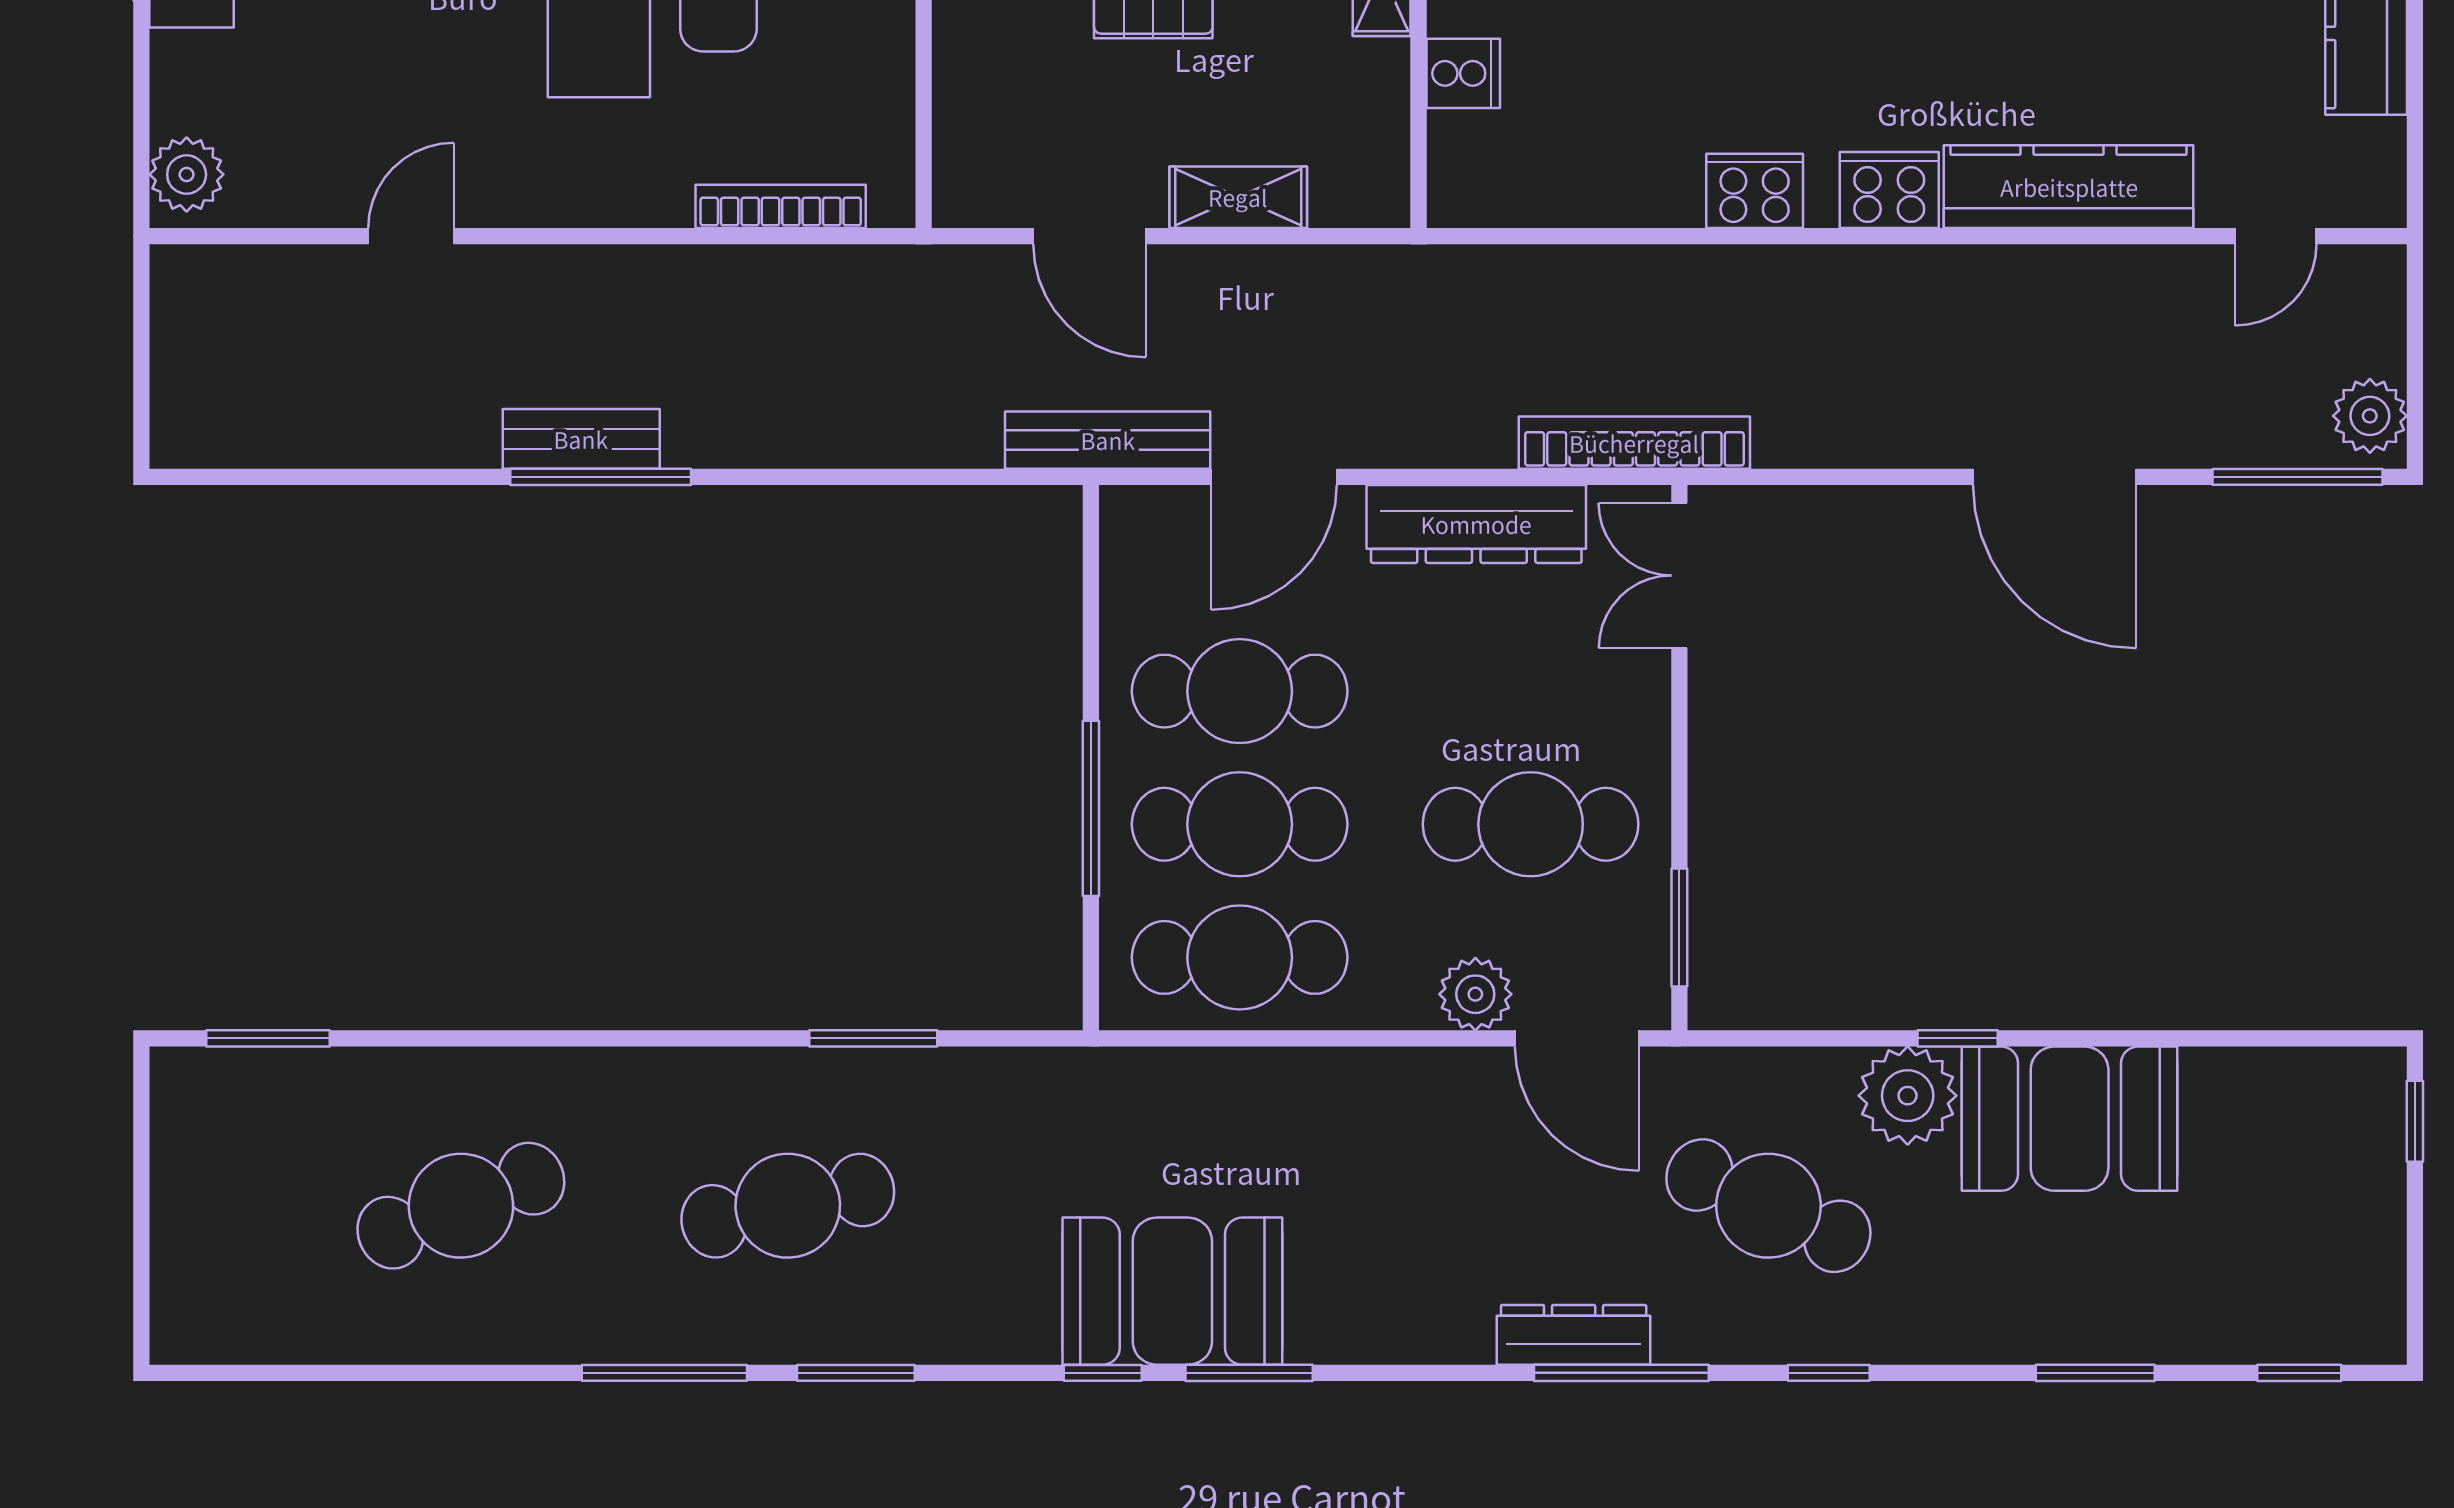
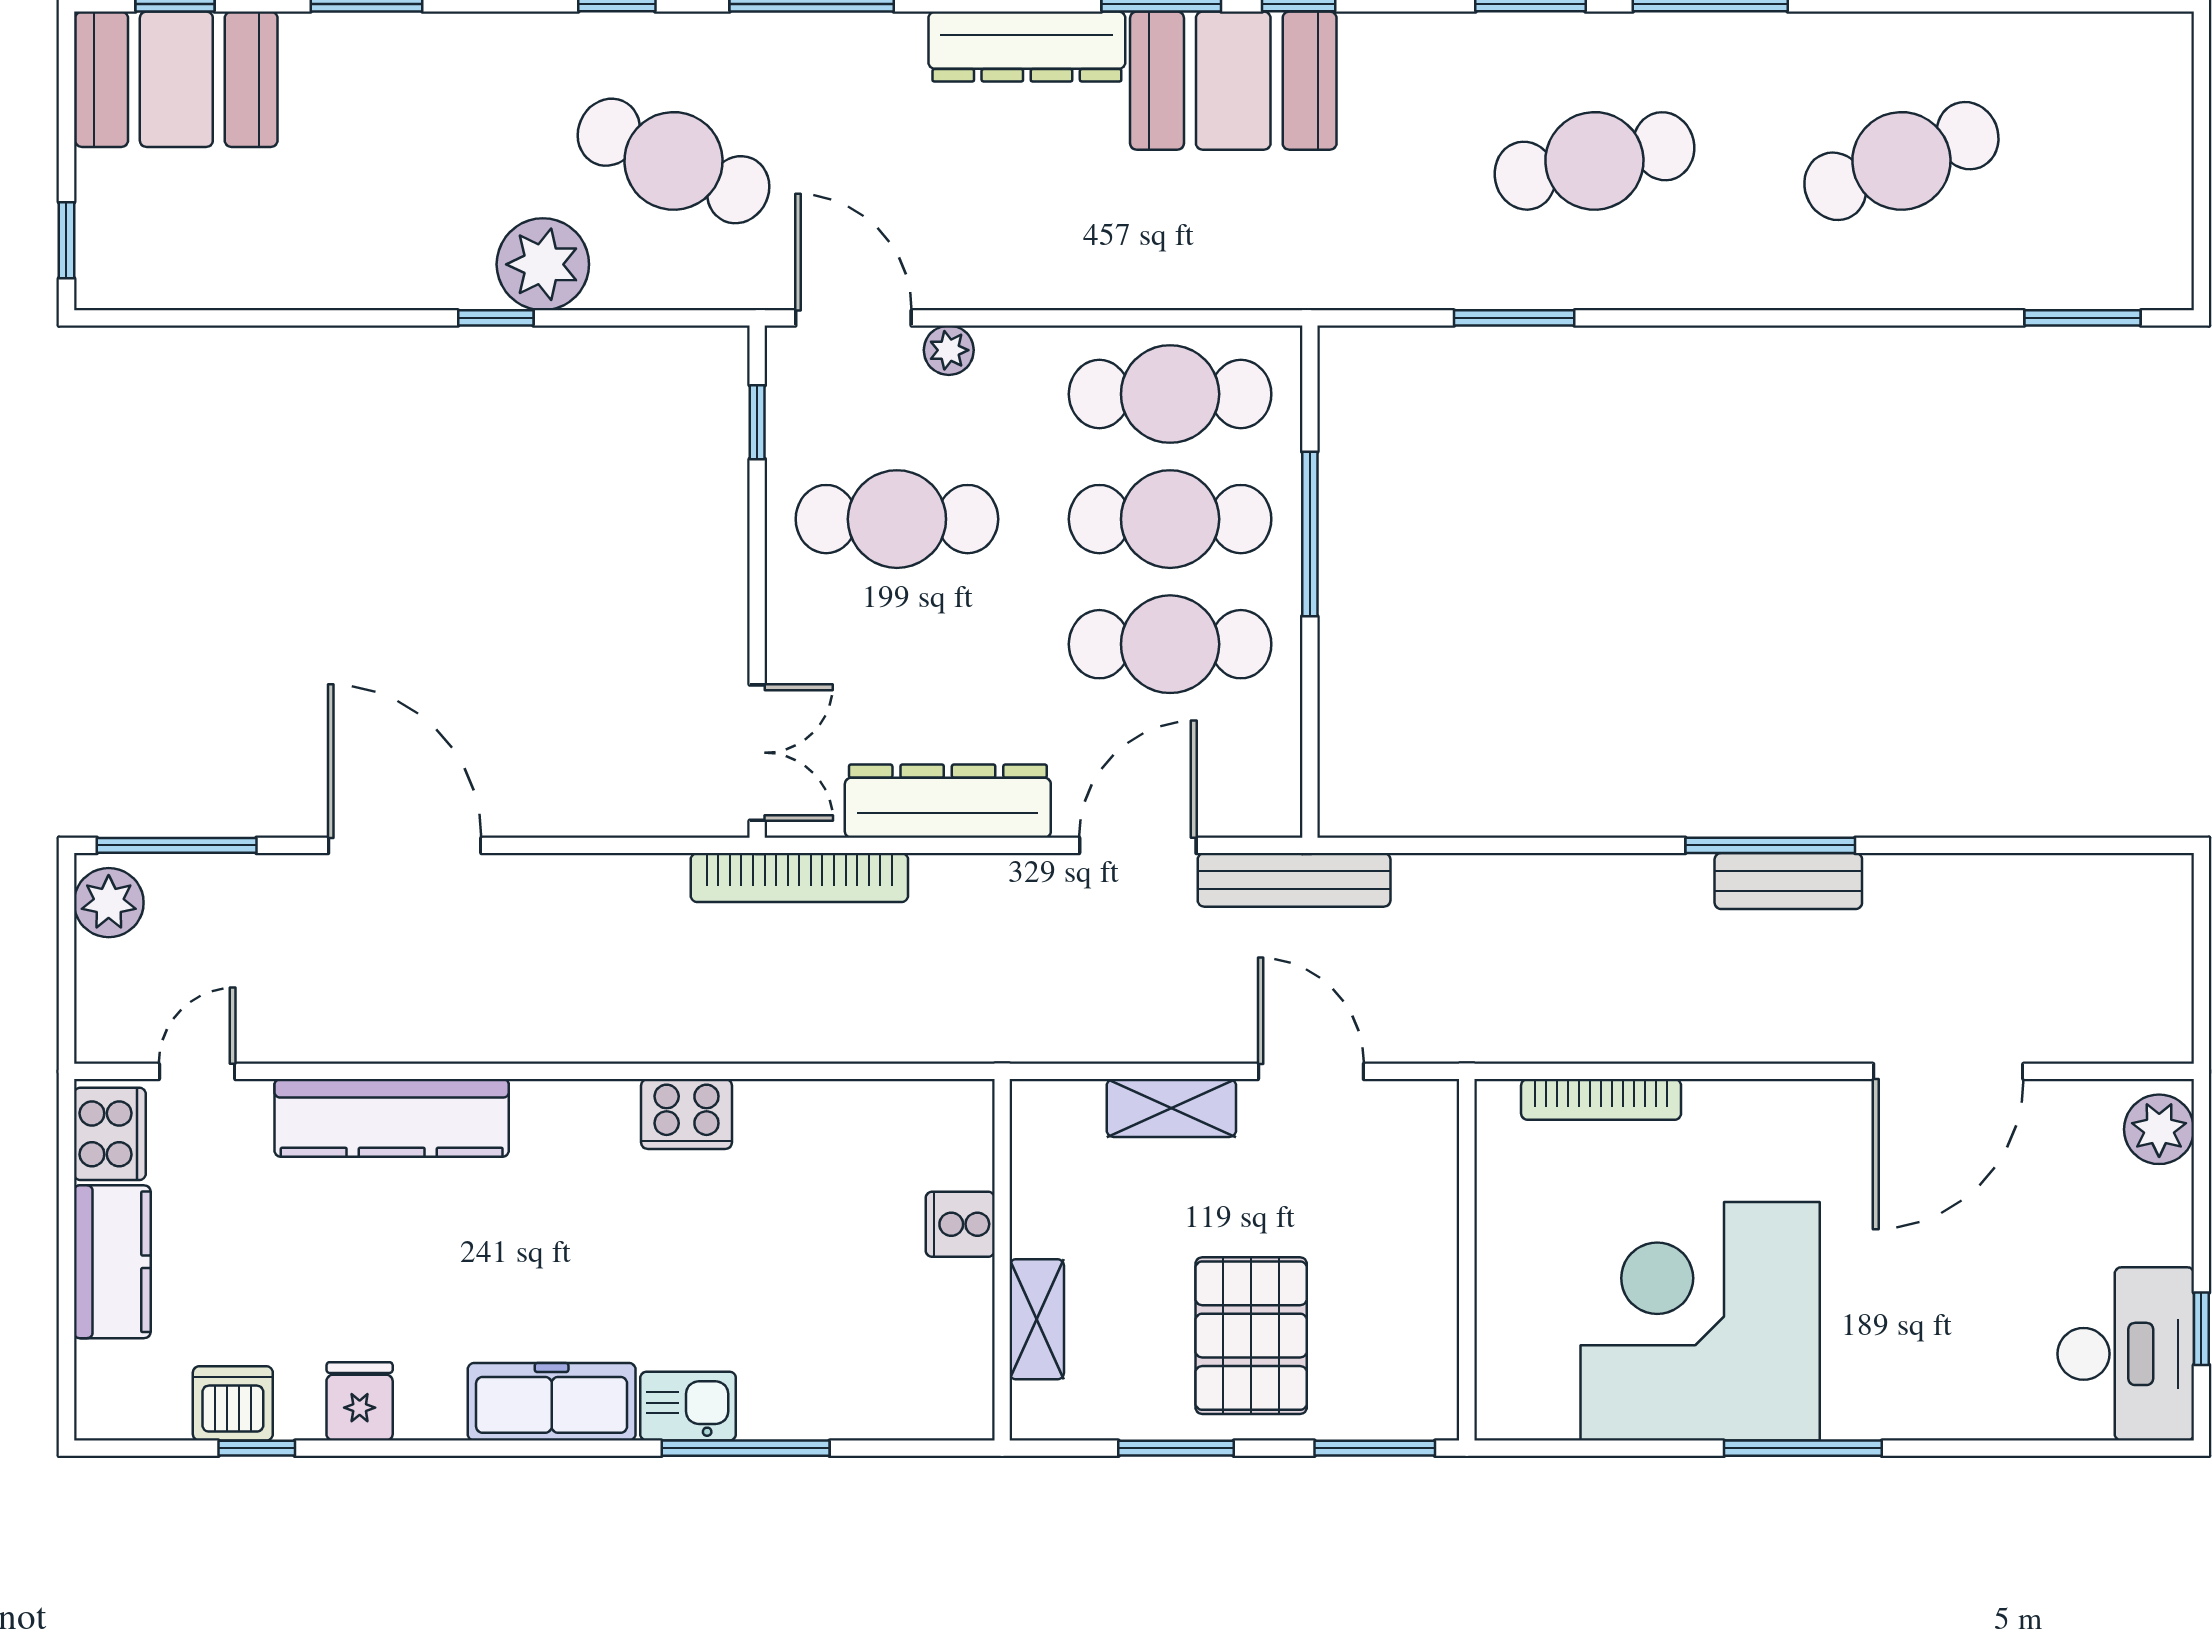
cooker: (1889, 190) -> (110, 1134), moved, turned -90
door: (411, 236) -> (1948, 1071), width x1.88
window: (1679, 927) -> (757, 422), width x0.67
plant: (1475, 994) -> (949, 350), width x0.73, depth x0.73
booth: (2070, 1119) -> (176, 79), moved
dresser: (1574, 1335) -> (1027, 47), moved, width x1.37, depth x1.24

